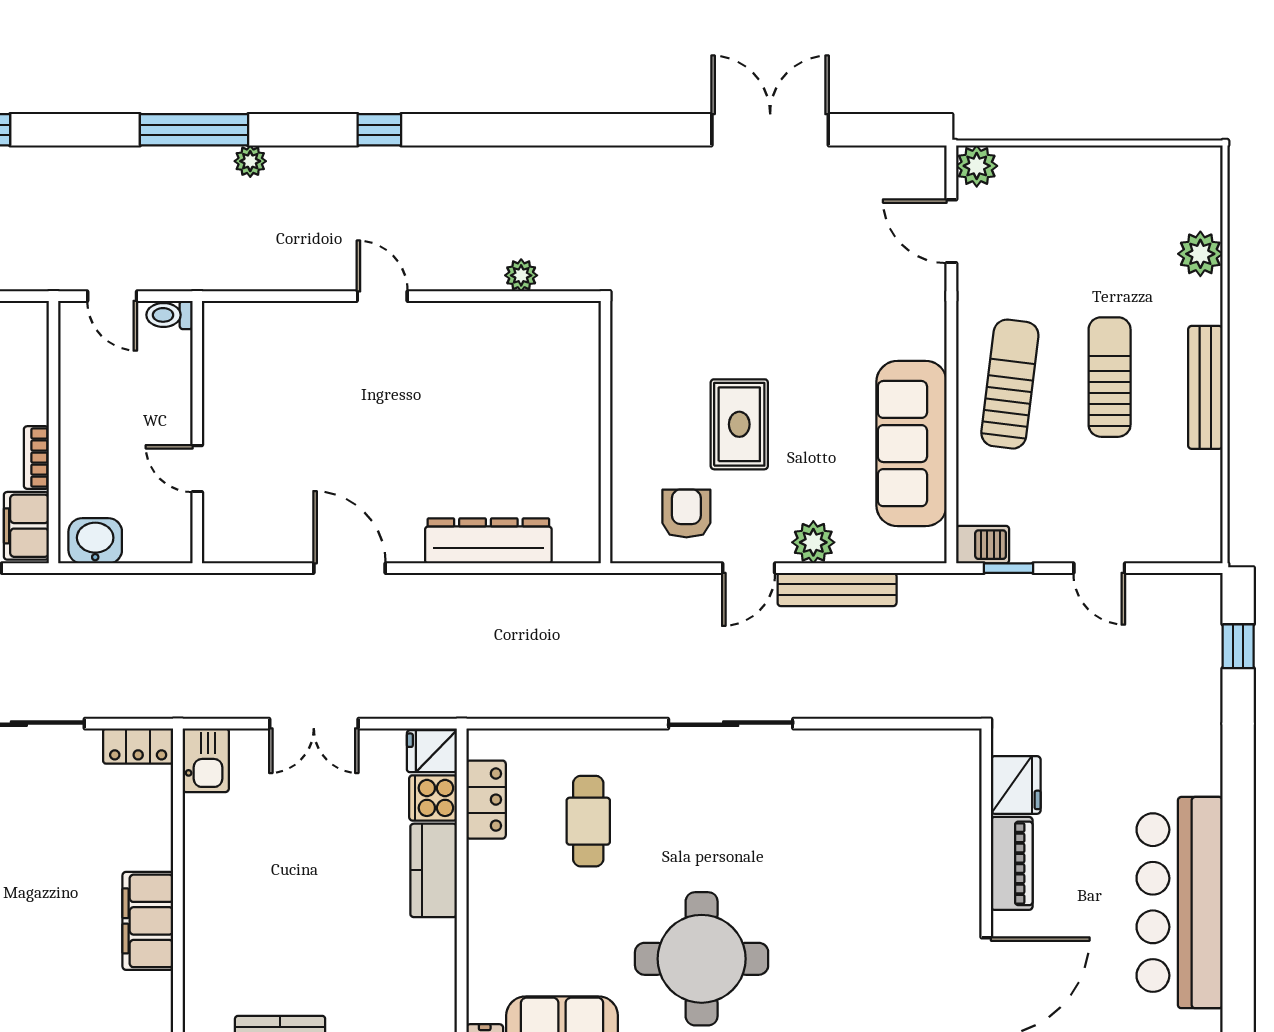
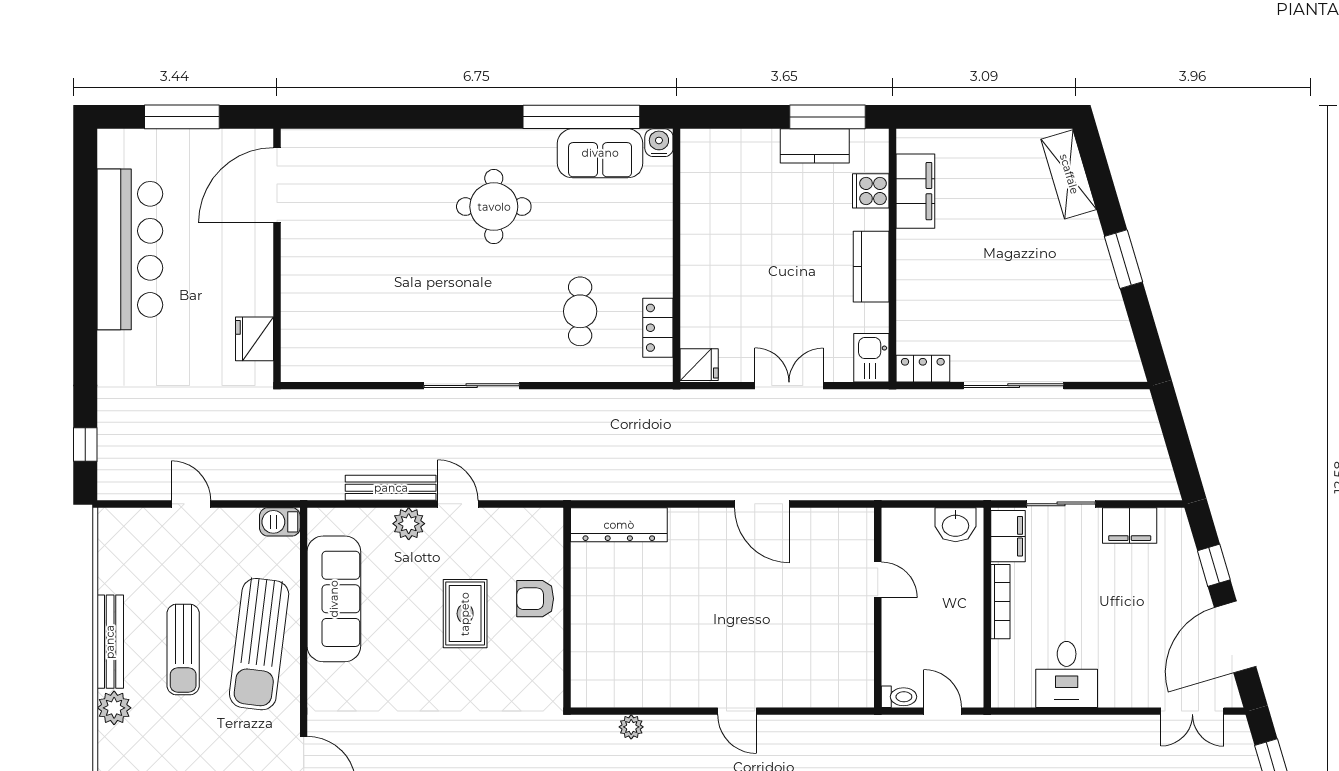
plant: (1200, 254) -> (114, 708), moved
sun lounger: (1010, 384) -> (259, 644), width x1.36, depth x1.34
bookcase: (36, 458) -> (1000, 602), width x1.56
armchair: (686, 513) -> (535, 599), moved, turned 90
dresser: (488, 541) -> (619, 525), moved
door: (749, 568) -> (458, 504), hinge flipped
window: (1009, 568) -> (260, 504), removed
cooker: (433, 798) -> (871, 191), moved, turned 180
piano: (1012, 863) -> (258, 279), removed
kitchen counter: (434, 870) -> (871, 267), moved, turned 180
filing cabinet: (148, 921) -> (915, 191), moved
round table: (702, 959) -> (494, 207), width x0.73, depth x0.73

